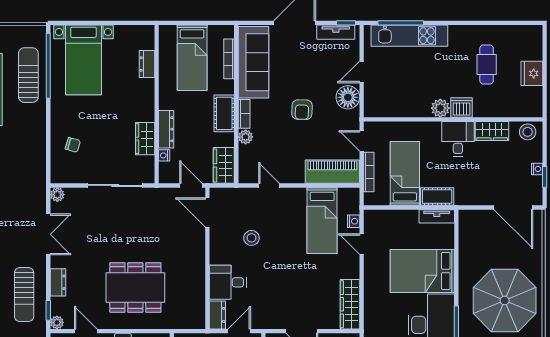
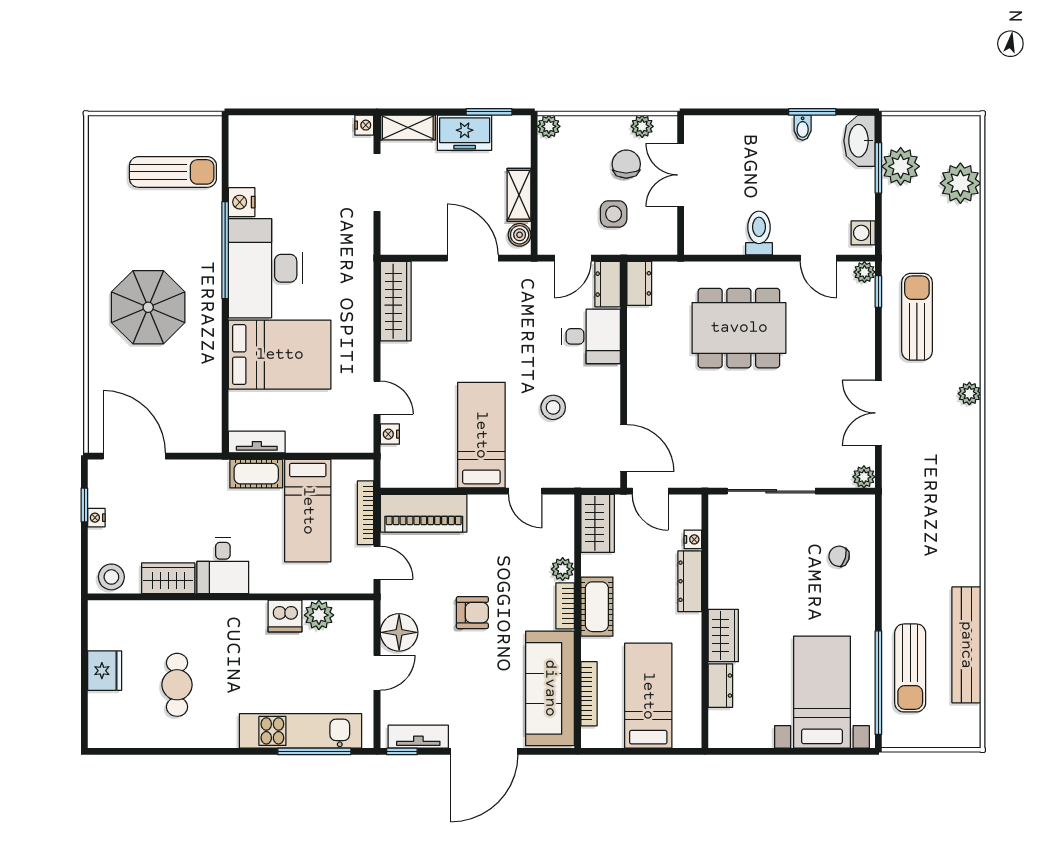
plant: (440, 108) -> (319, 615), moved
dishwasher: (462, 108) -> (285, 616), moved
armchair: (302, 110) -> (472, 613), turned 88
wardrobe: (145, 139) -> (723, 636), moved
bed: (322, 221) -> (481, 435), moved
dresser: (58, 282) -> (639, 283), moved, turned 180
parasol: (505, 301) -> (148, 307), width x0.73, depth x0.73

